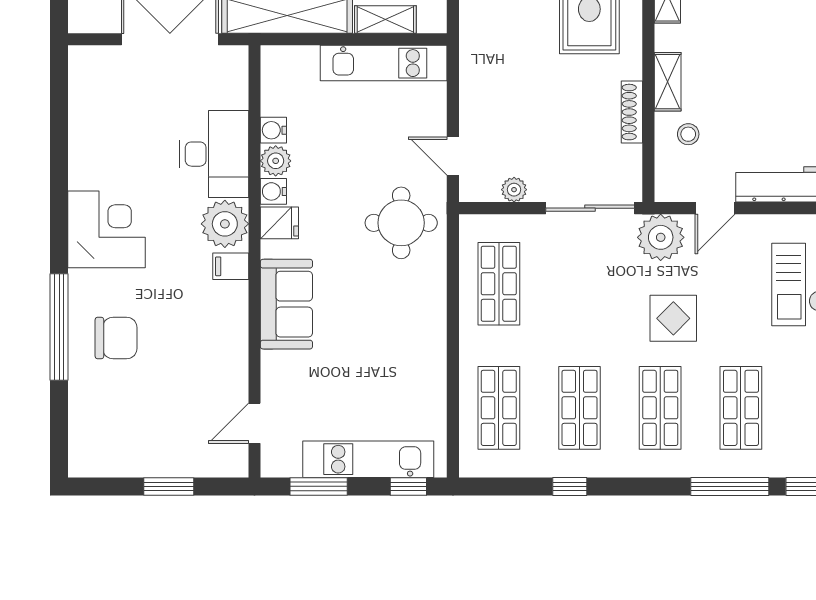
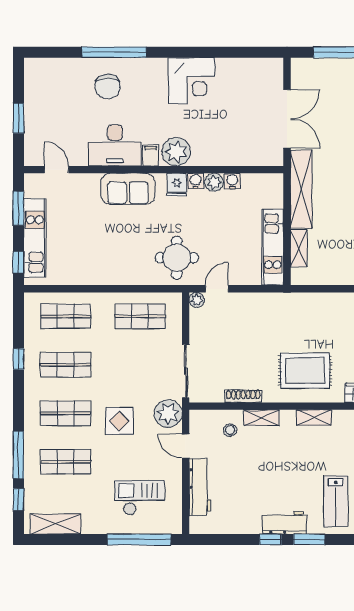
desk: (214, 154) -> (115, 145), moved
plant: (514, 190) -> (197, 300), moved
corner desk: (106, 229) -> (192, 81), moved

